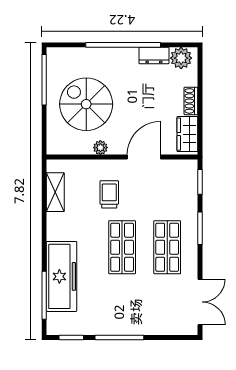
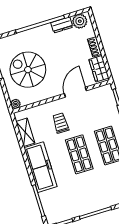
plant: (100, 148) -> (16, 104), moved
freezer: (62, 276) -> (41, 167), moved

